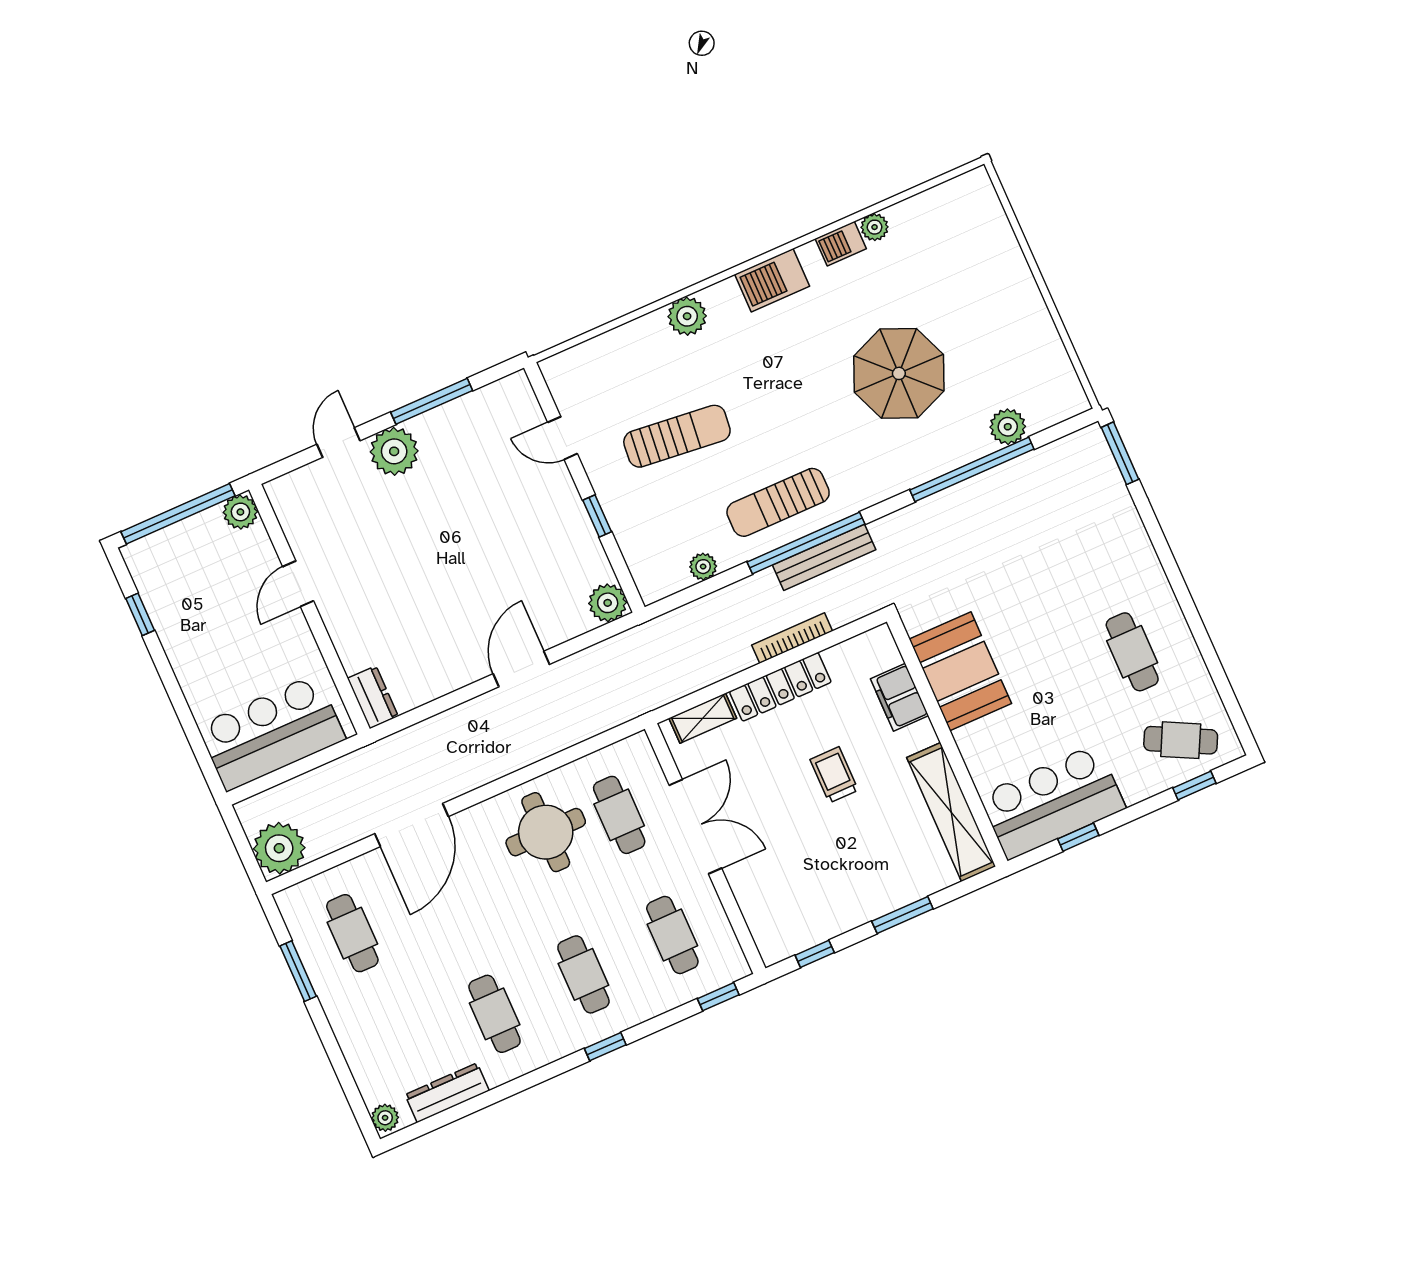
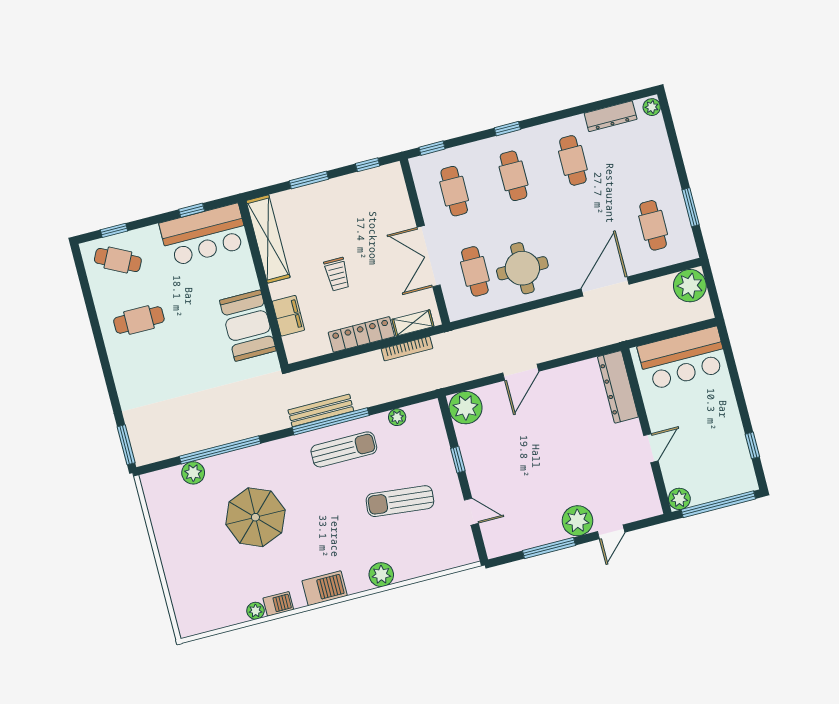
plant: (608, 603) -> (466, 408), width x1.36, depth x1.36
bookcase: (792, 638) -> (407, 349), moved
cafe table: (1132, 652) -> (139, 320), turned 90
dresser: (373, 697) -> (618, 387), width x1.96, depth x1.24

